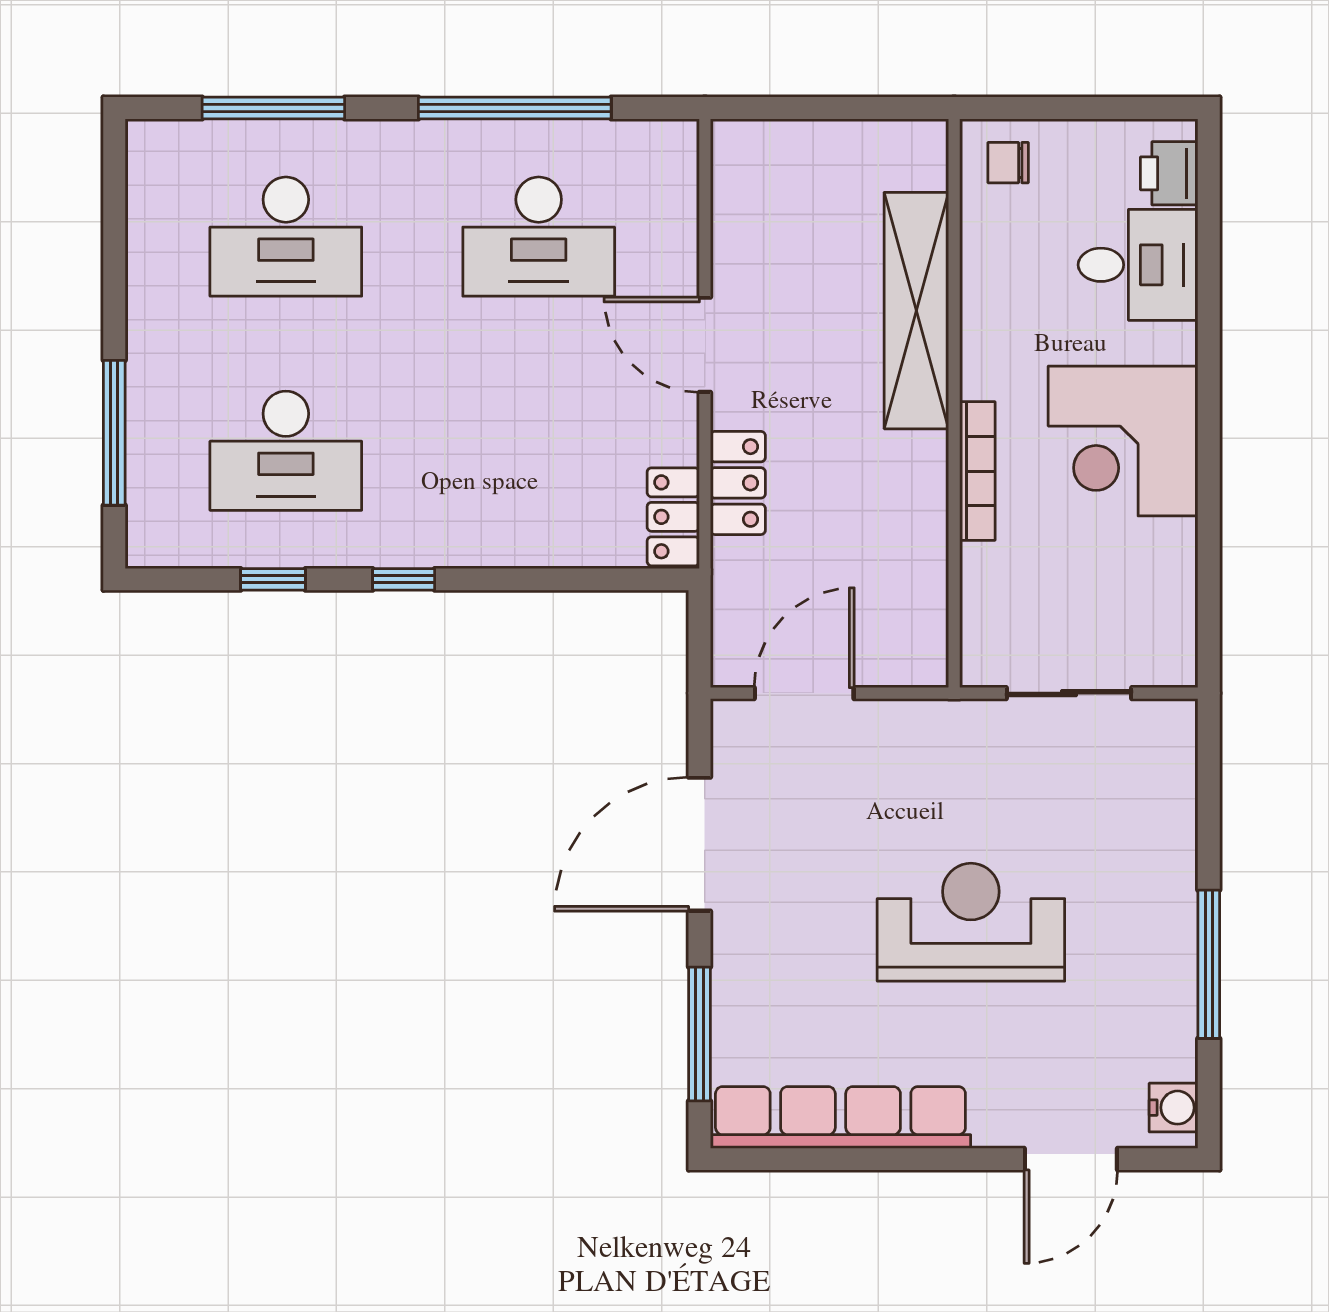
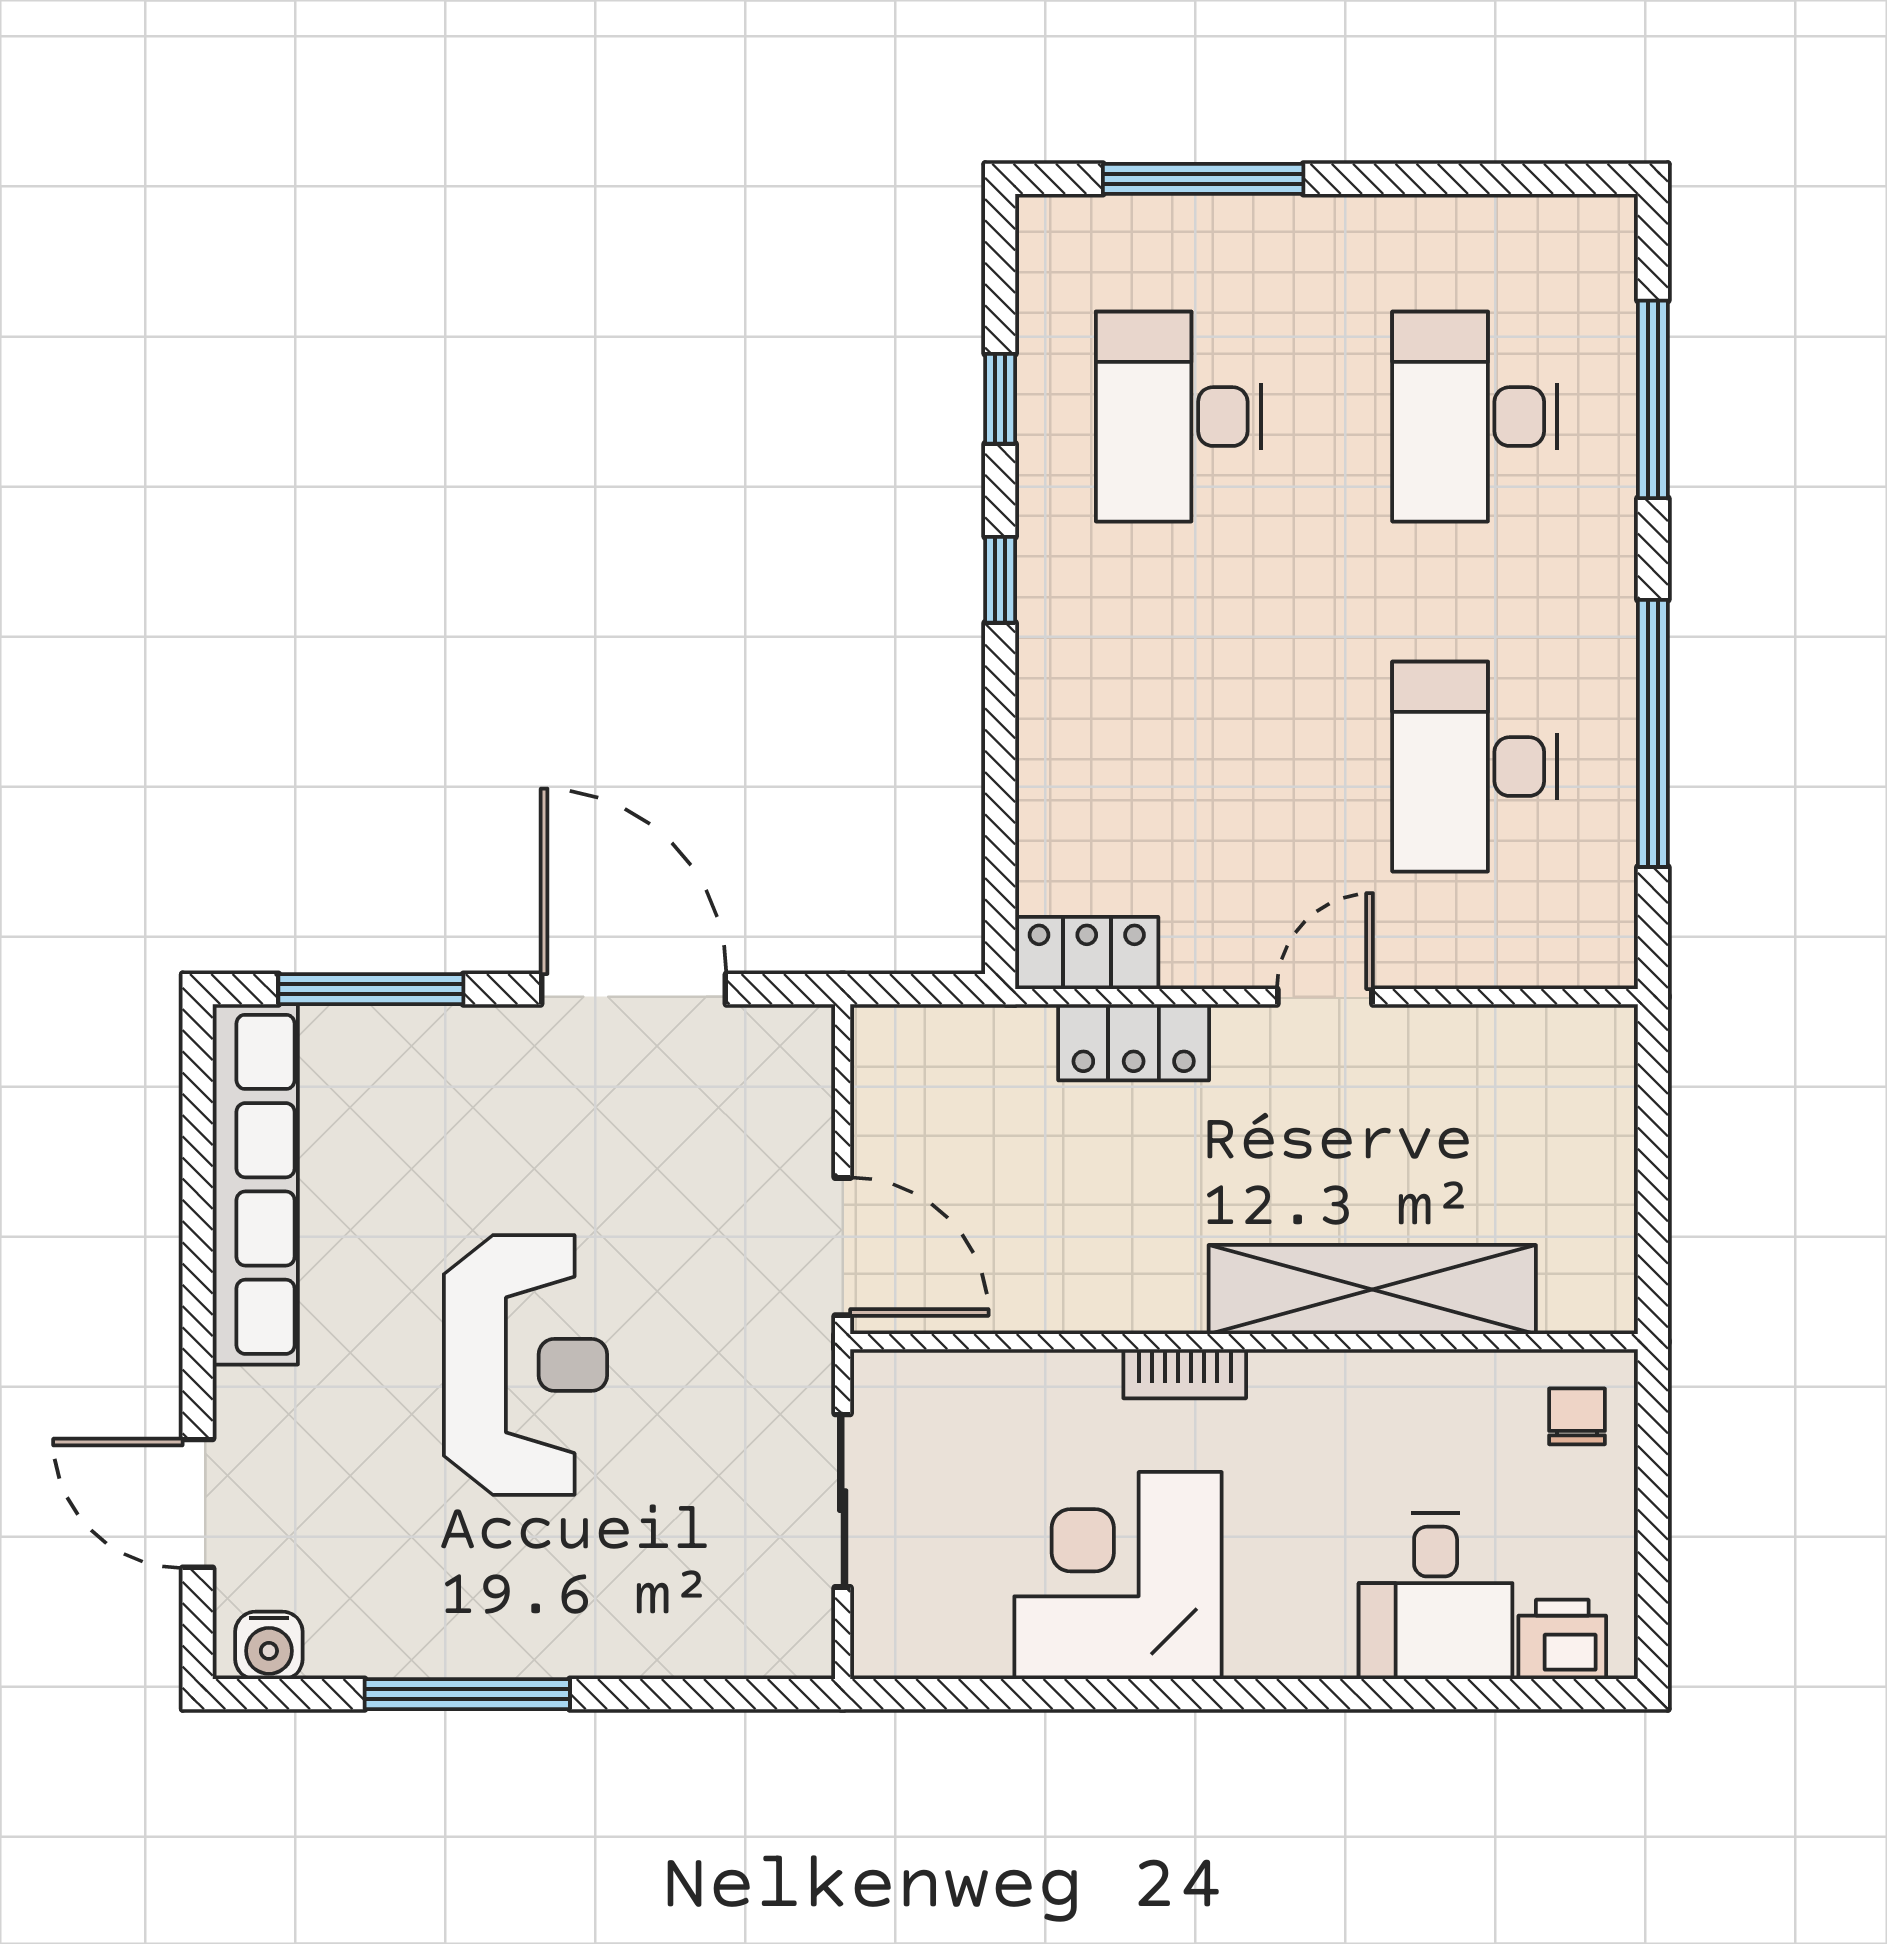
door: (705, 345) -> (1325, 997), width x0.73
corner desk: (1123, 441) -> (1118, 1576), moved
bookcase: (977, 471) -> (1185, 1374), width x0.64
door: (804, 693) -> (843, 1247), moved

